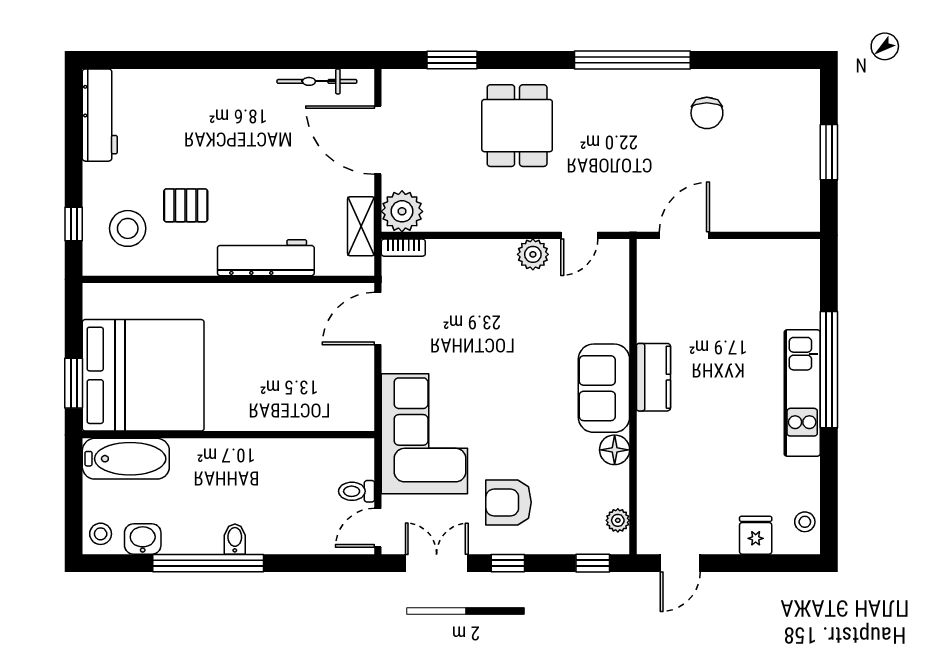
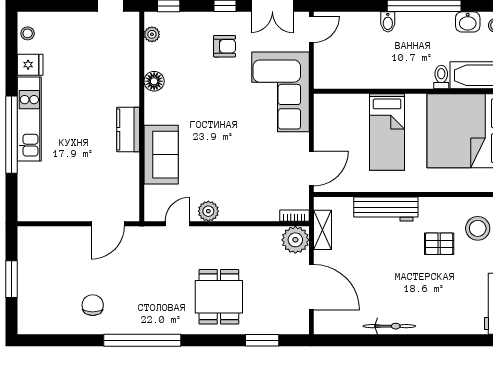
bicycle: (317, 81) -> (389, 326), moved
bed: (264, 373) -> (387, 132), added
sofa: (604, 388) -> (161, 155), moved
toilet: (357, 491) -> (441, 77), moved, turned -90
armchair: (509, 502) -> (225, 46), width x0.72, depth x0.72
fridge: (756, 535) -> (30, 65), moved, turned -90
bidet: (235, 539) -> (388, 22), moved

